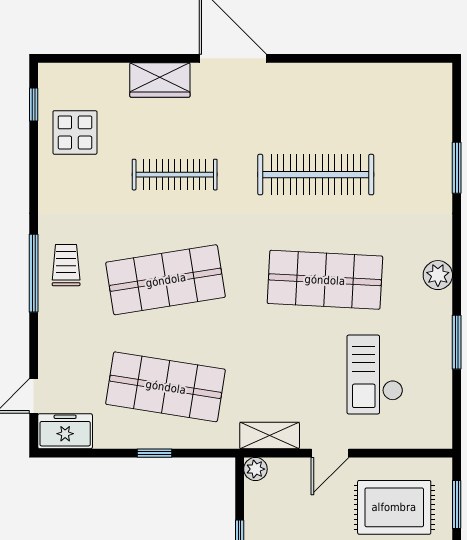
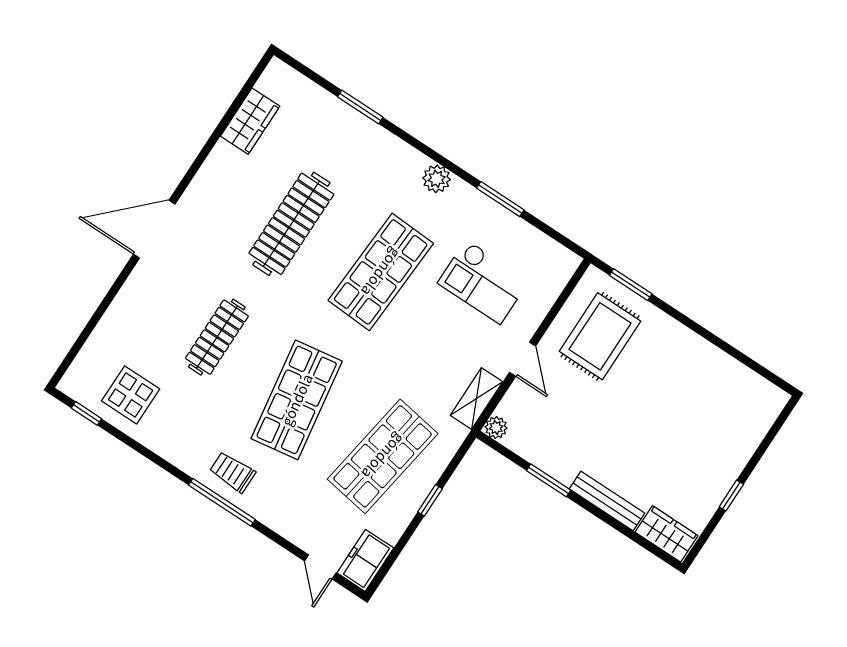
wardrobe: (160, 80) -> (250, 121), moved

